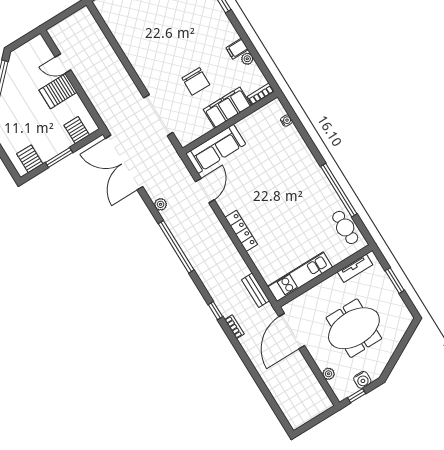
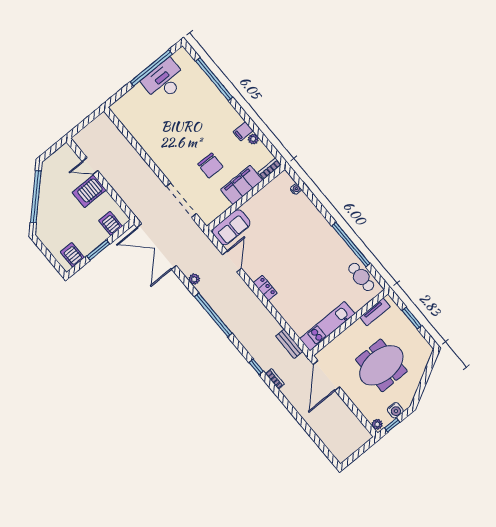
sofa: (216, 149) -> (231, 227), width x0.73
locker: (241, 231) -> (265, 288), width x0.66
plant: (329, 374) -> (377, 424), moved

